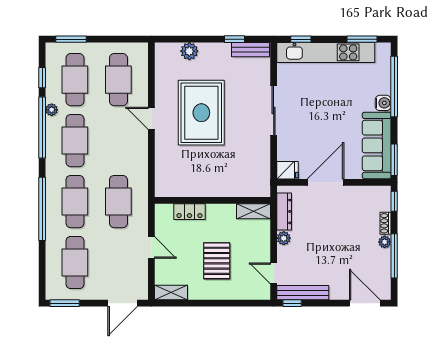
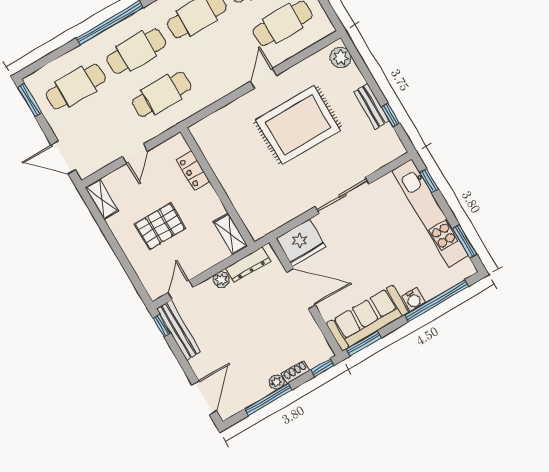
bench: (251, 50) -> (371, 106), moved
plant: (189, 51) -> (341, 57), moved
fridge: (287, 170) -> (301, 243), width x1.88, depth x1.34

